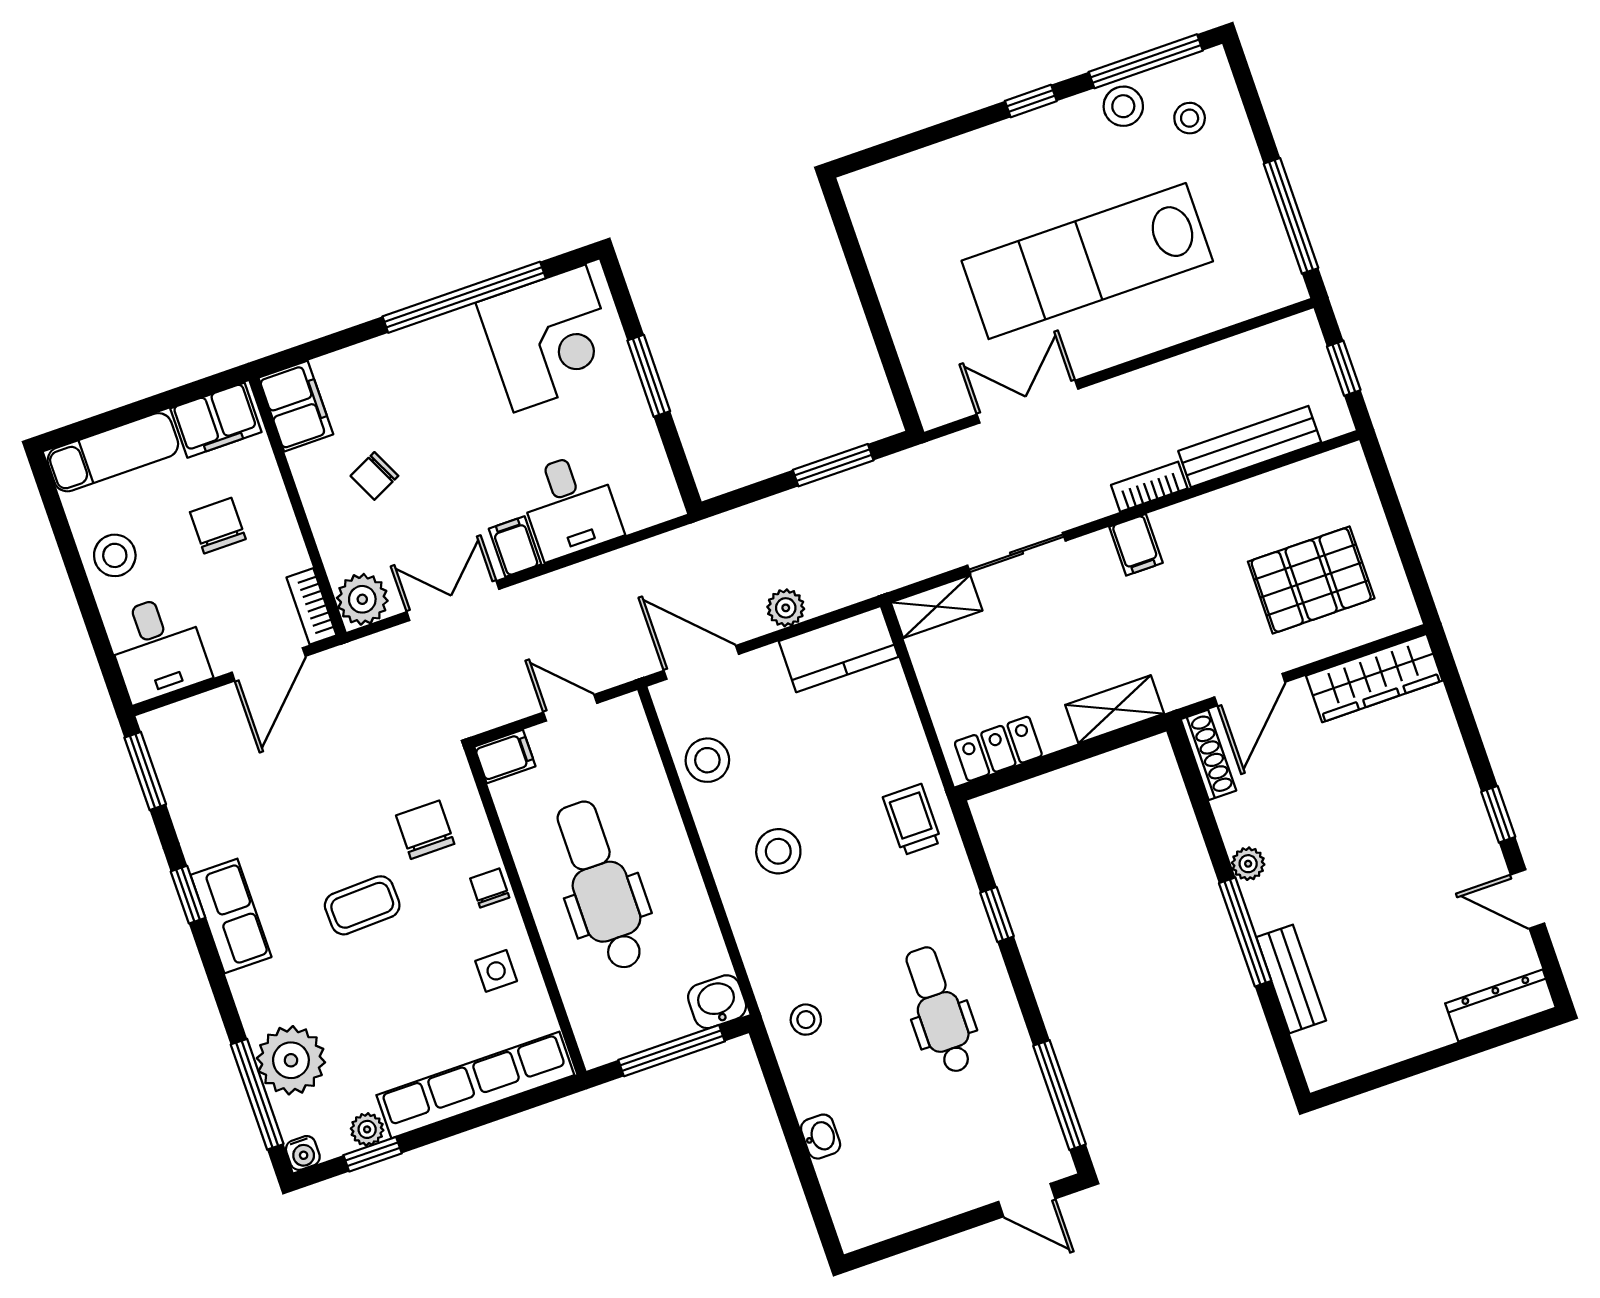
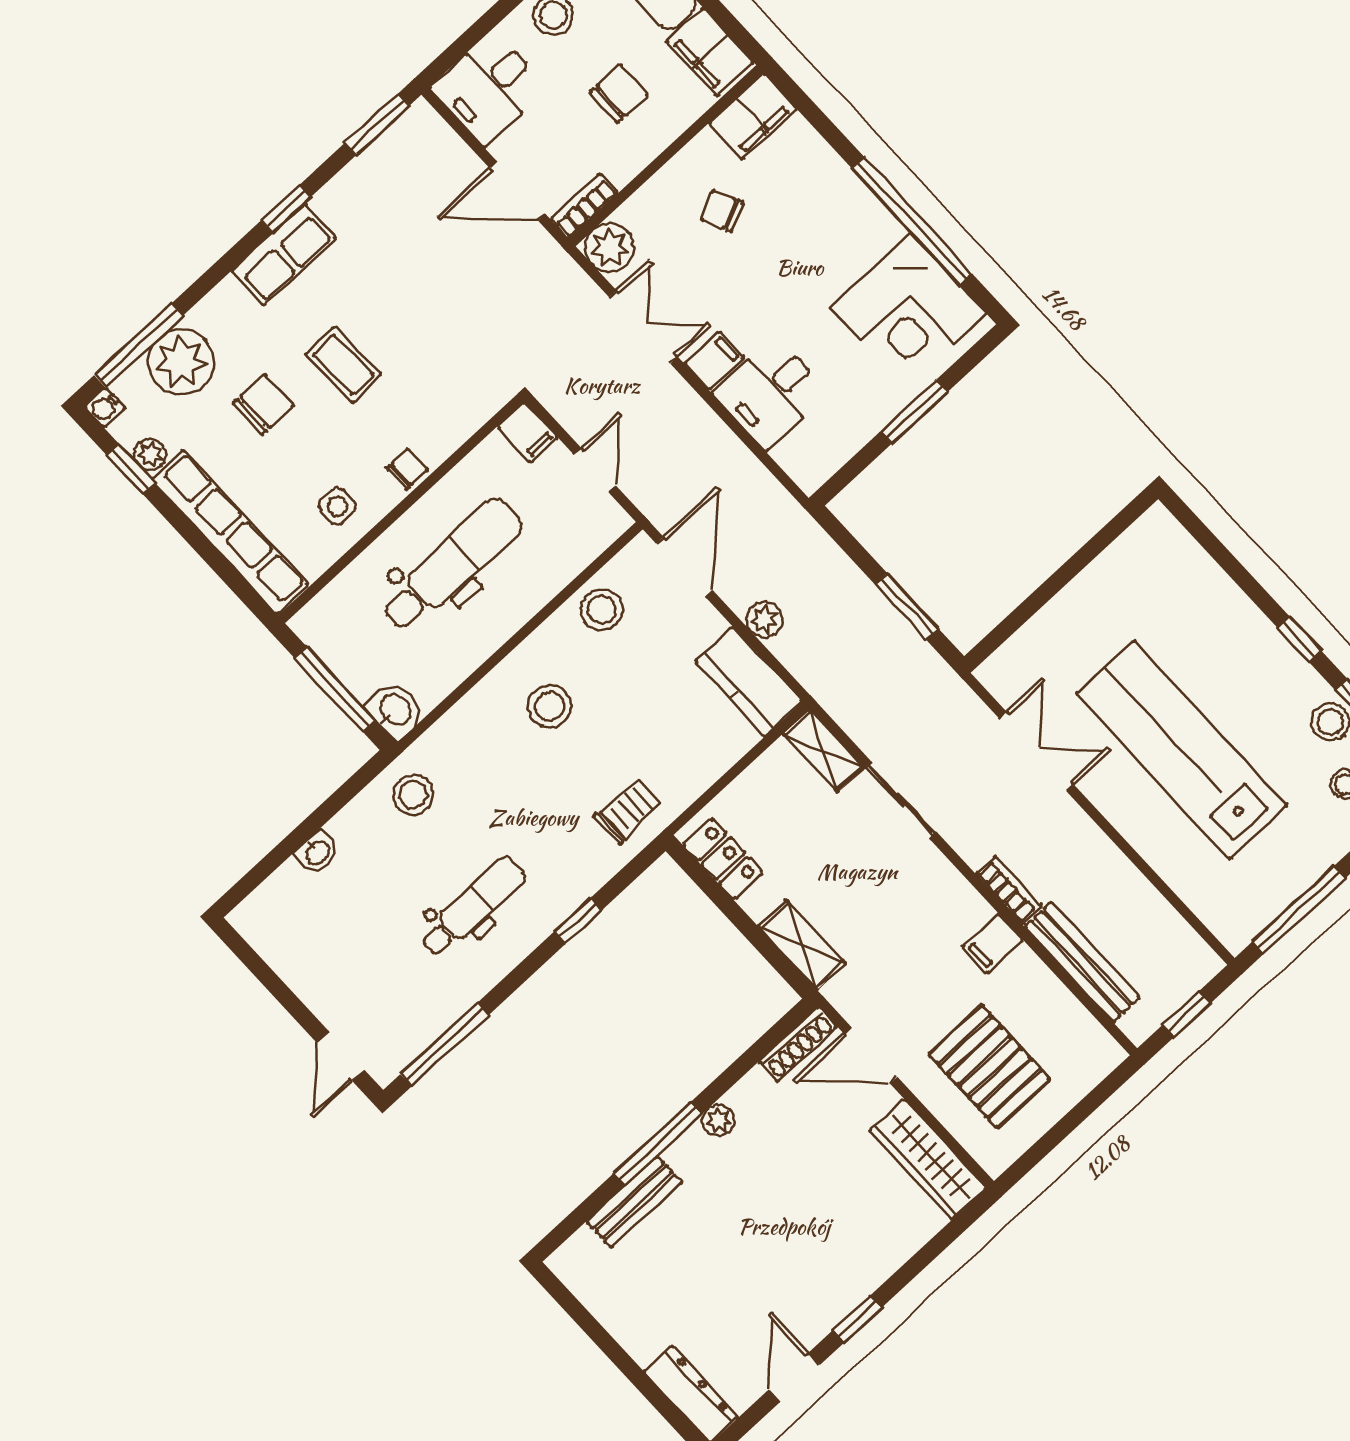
filing cabinet: (1136, 545) -> (993, 943), moved
chair: (425, 830) -> (263, 405), moved
stool: (806, 1020) -> (413, 795), width x1.37, depth x1.37

